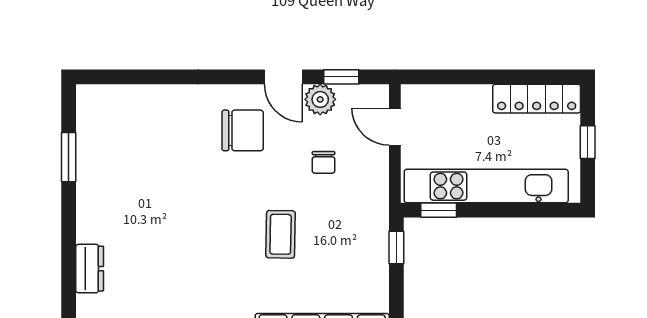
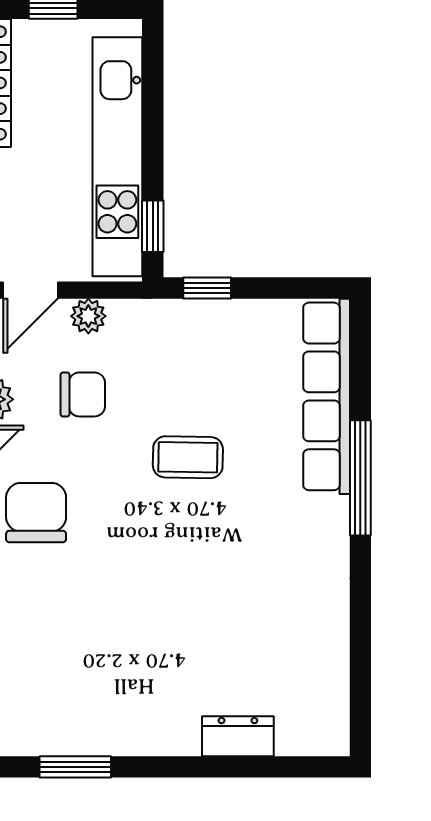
chair: (323, 162) -> (83, 394), width x1.37, depth x1.37
plant: (377, 166) -> (88, 316), added

